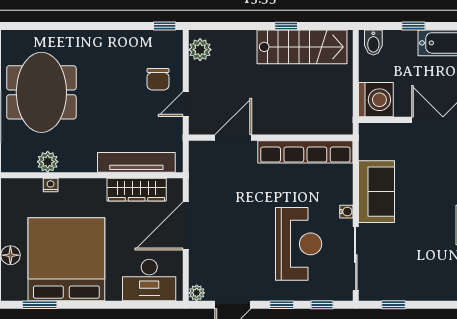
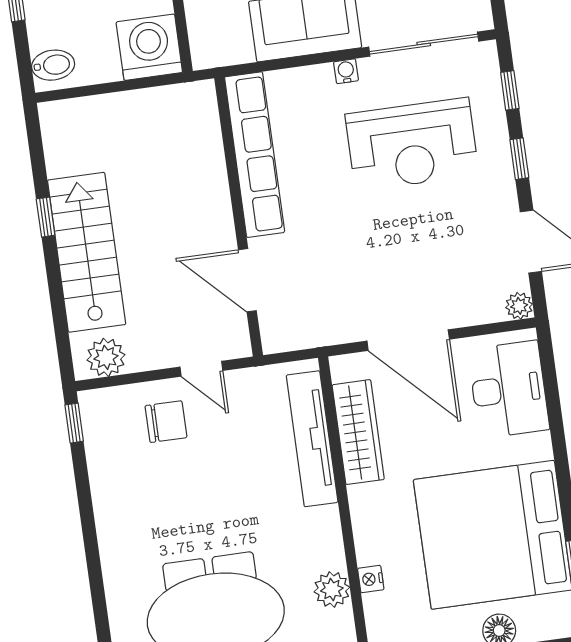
stairs: (302, 47) -> (87, 252), moved
reception desk: (299, 244) -> (412, 144), turned 180

